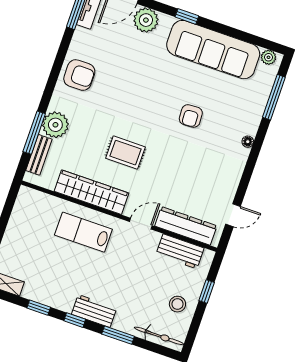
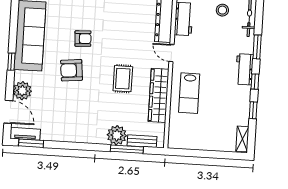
armchair: (79, 75) -> (72, 70), moved, turned -96

